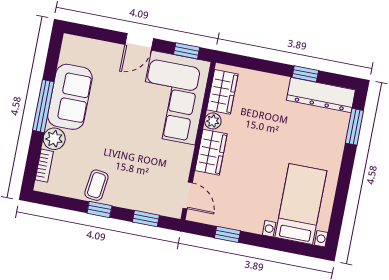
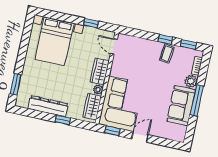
window: (305, 74) -> (63, 120), moved
dresser: (321, 95) -> (48, 106), moved
bed with nightstands: (301, 204) -> (54, 41), width x1.36
window: (146, 219) -> (188, 44), moved

